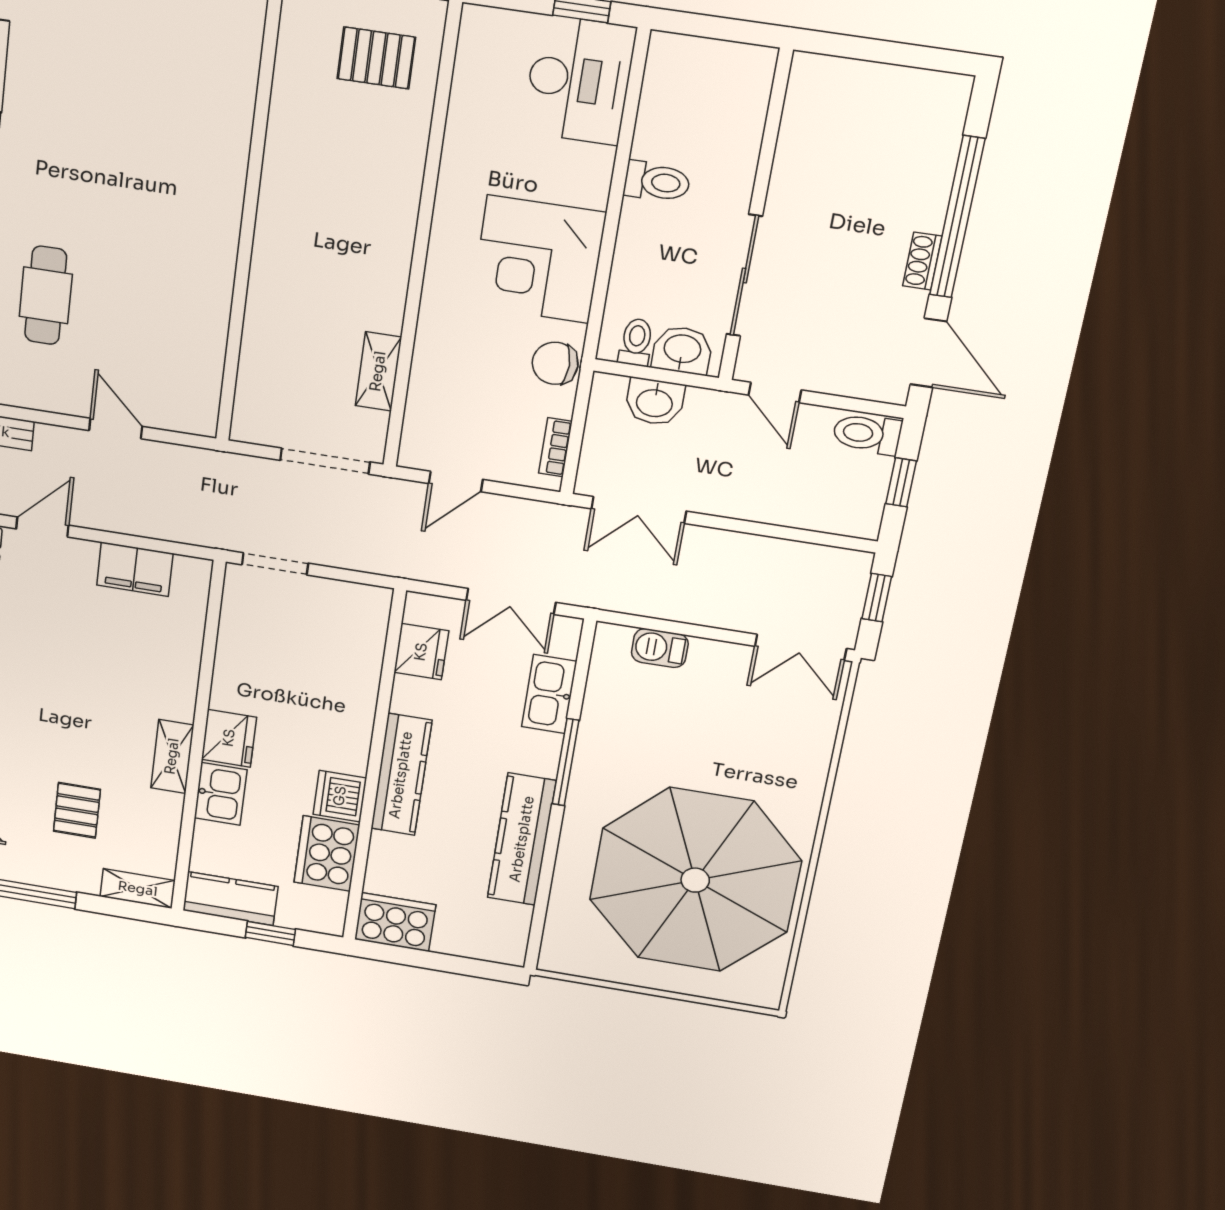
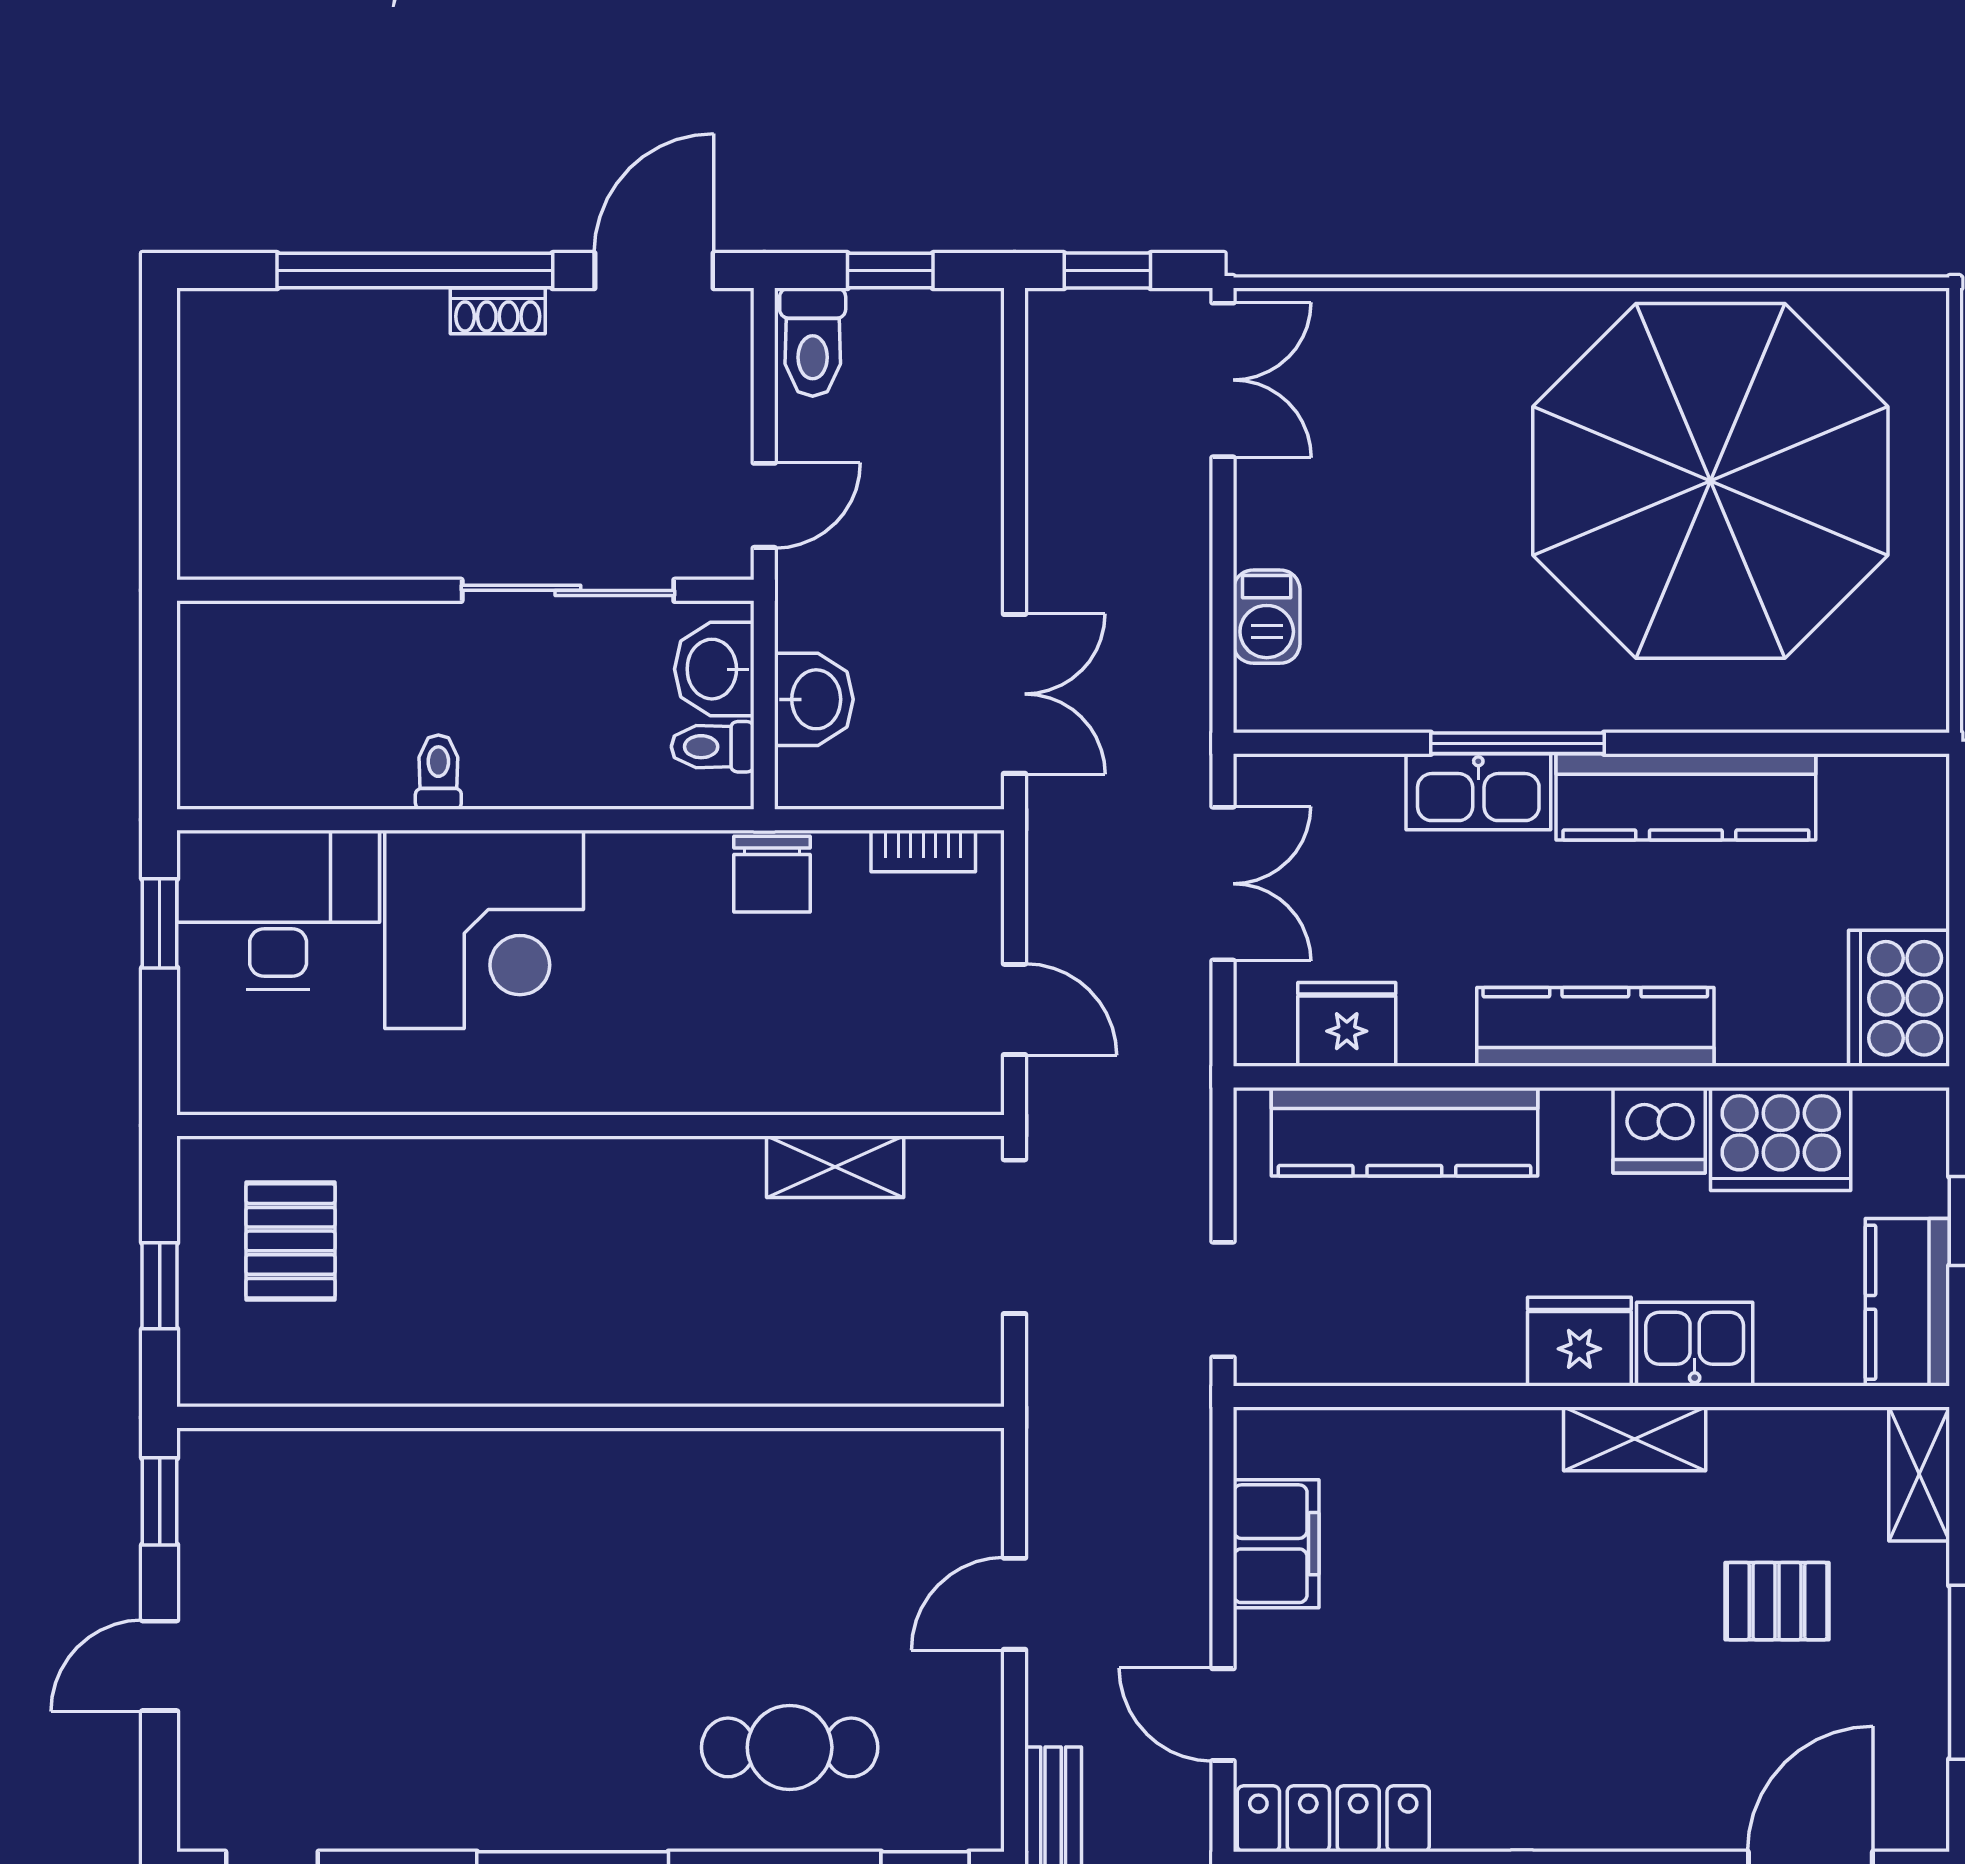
toilet: (657, 182) -> (438, 772), width x0.73, depth x0.72
corner desk: (538, 259) -> (484, 929), moved
kitchen counter: (357, 671) -> (1404, 1132), added
kitchen sink: (549, 694) -> (1478, 792), moved

